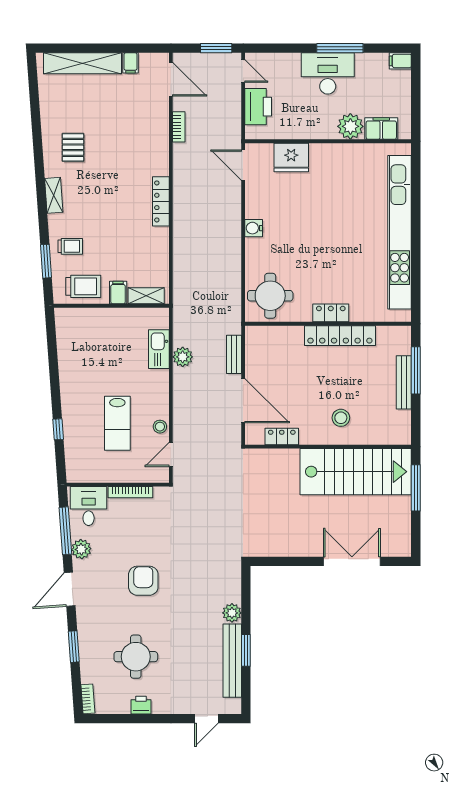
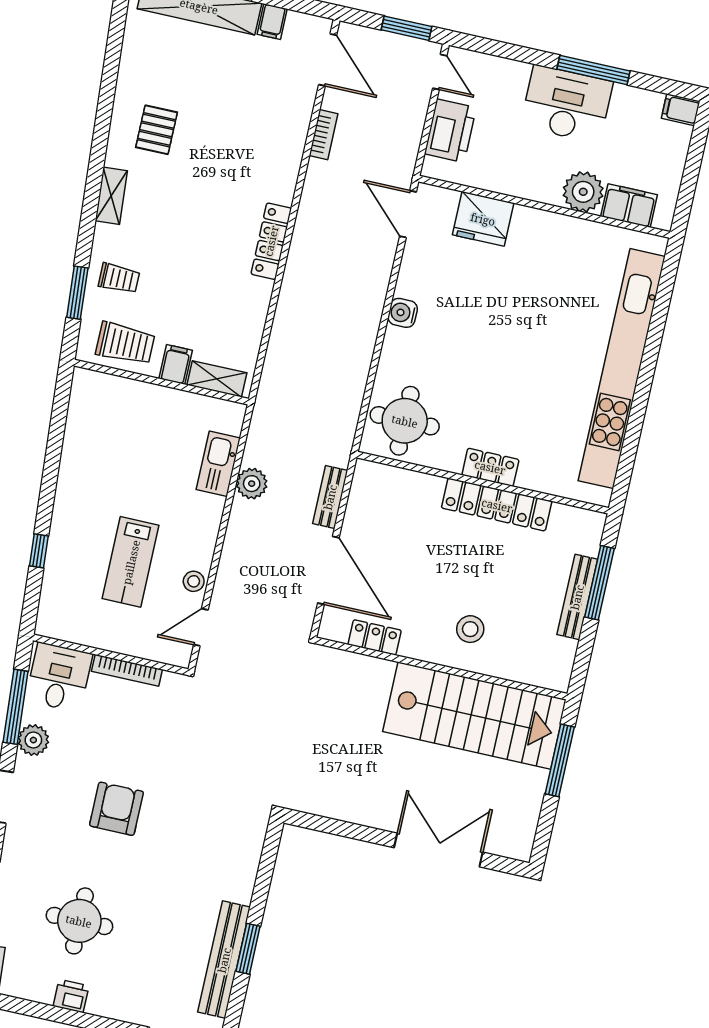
plant: (232, 613) -> (240, 887), removed

